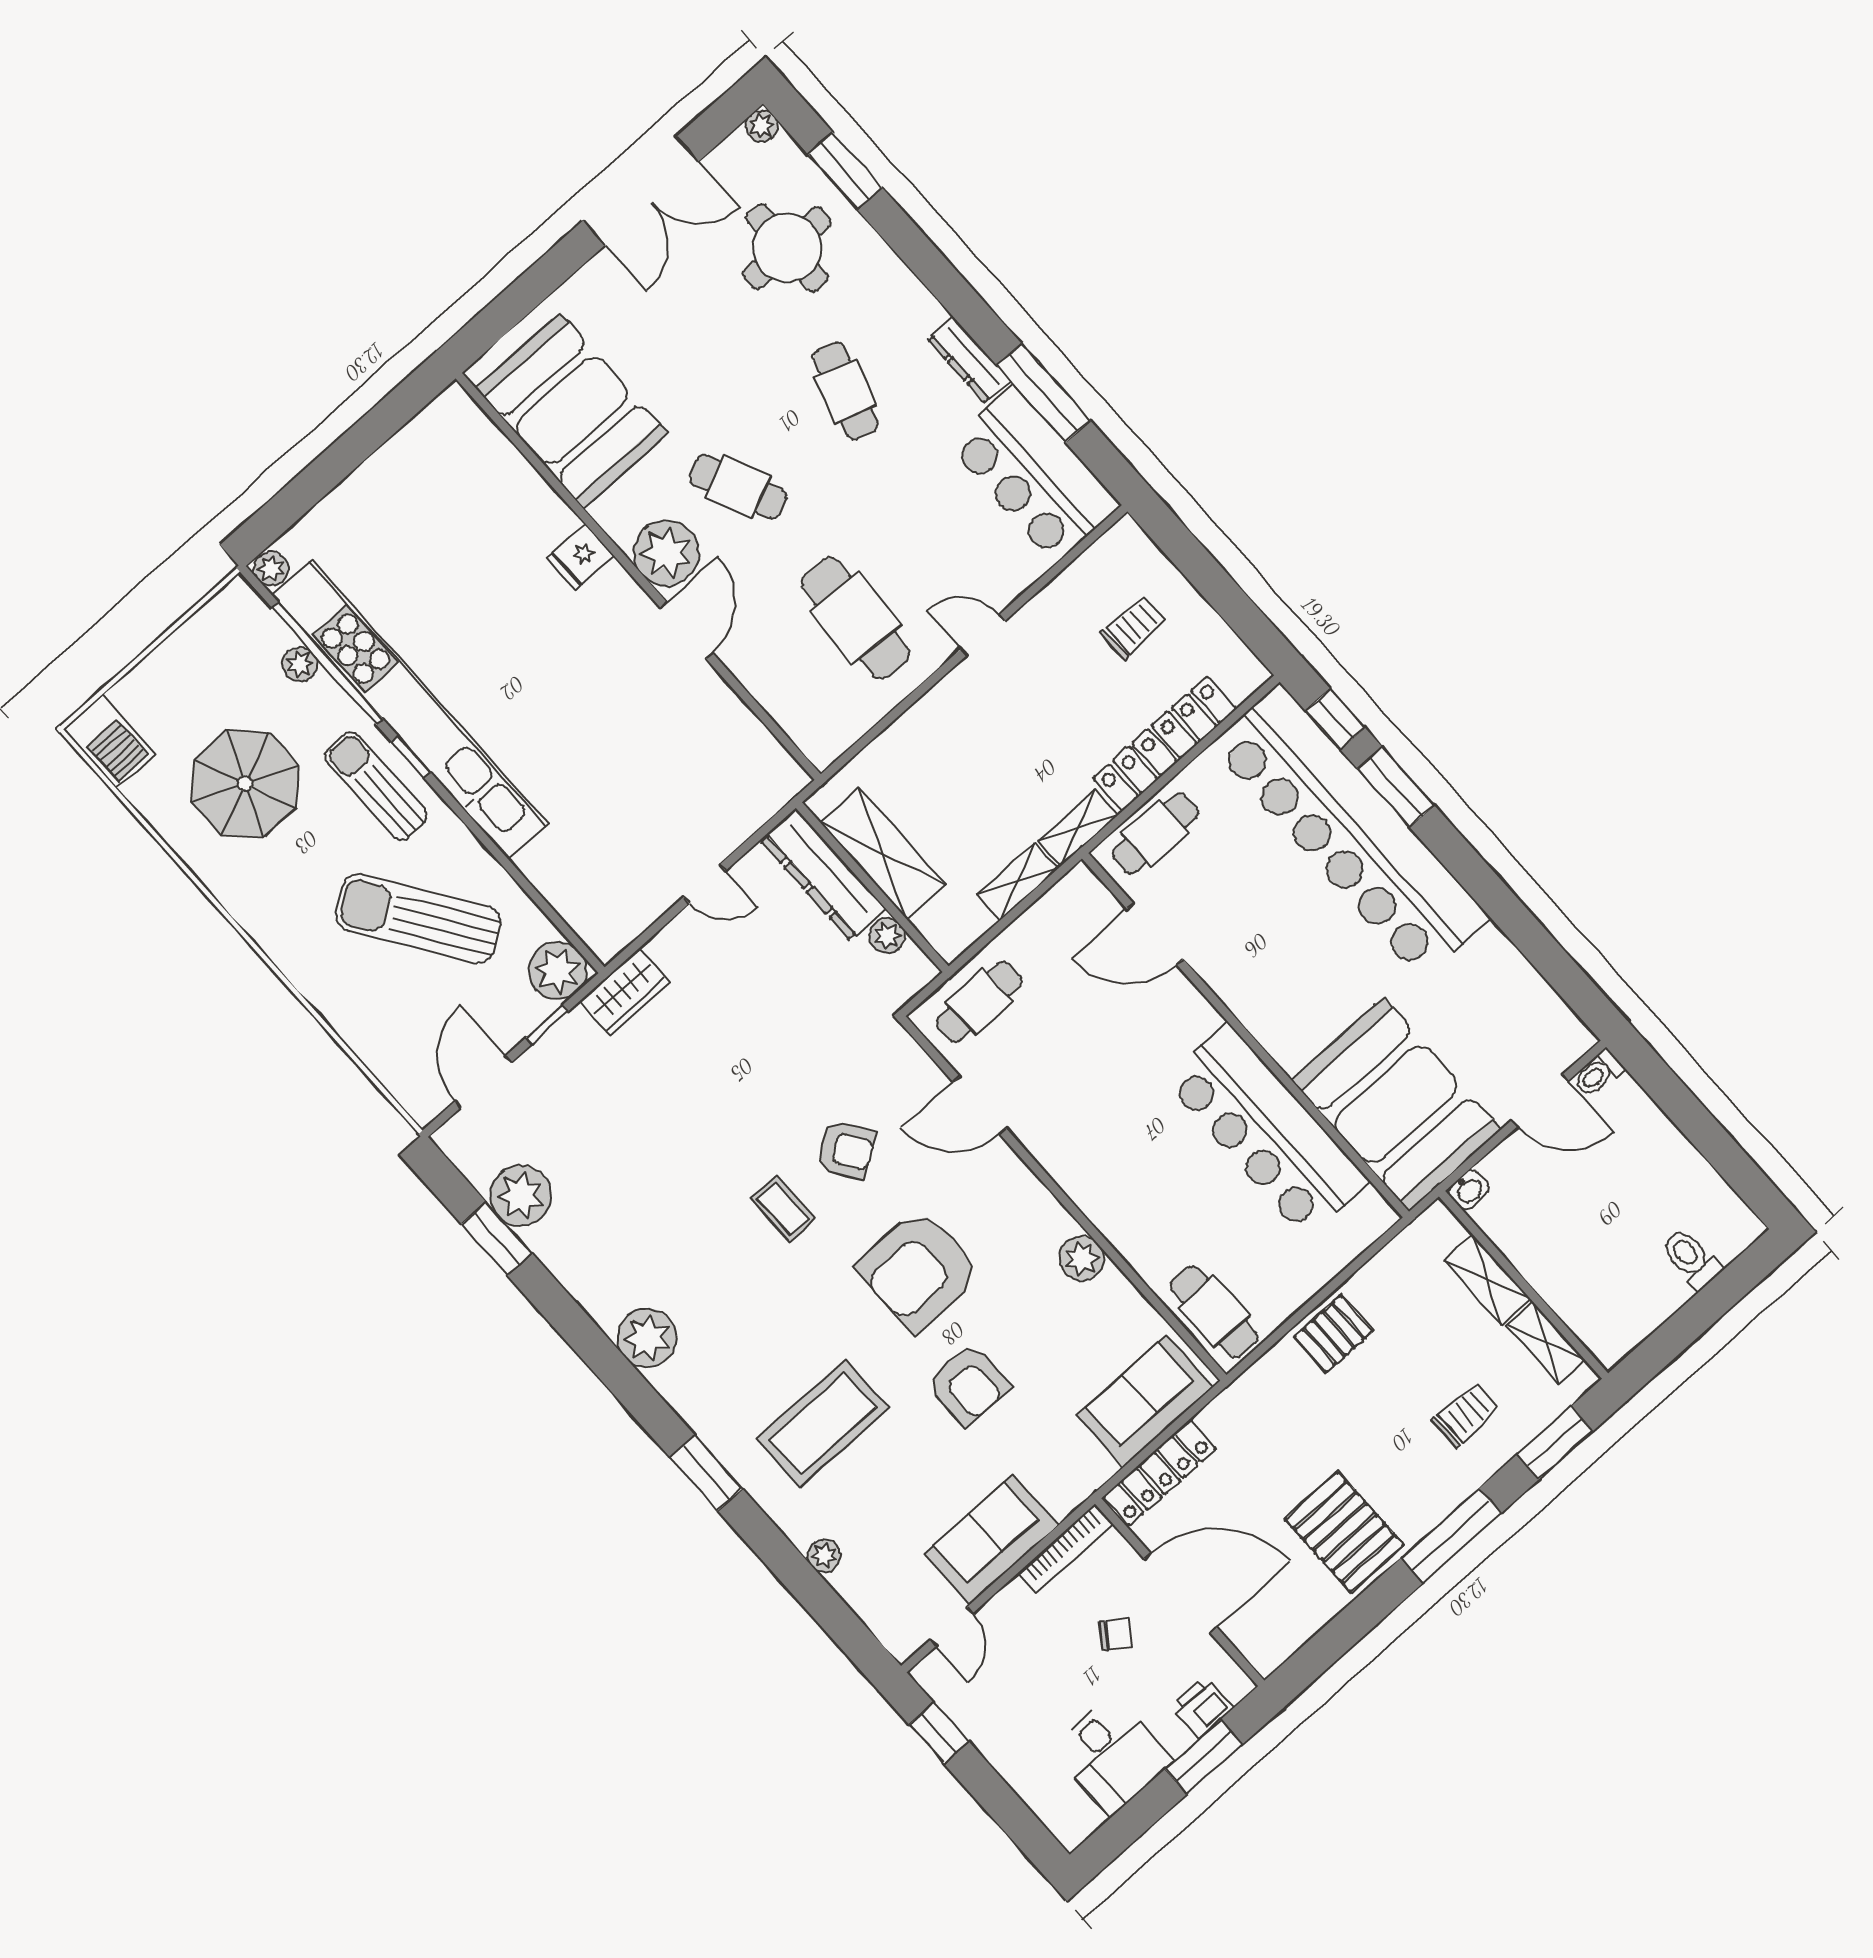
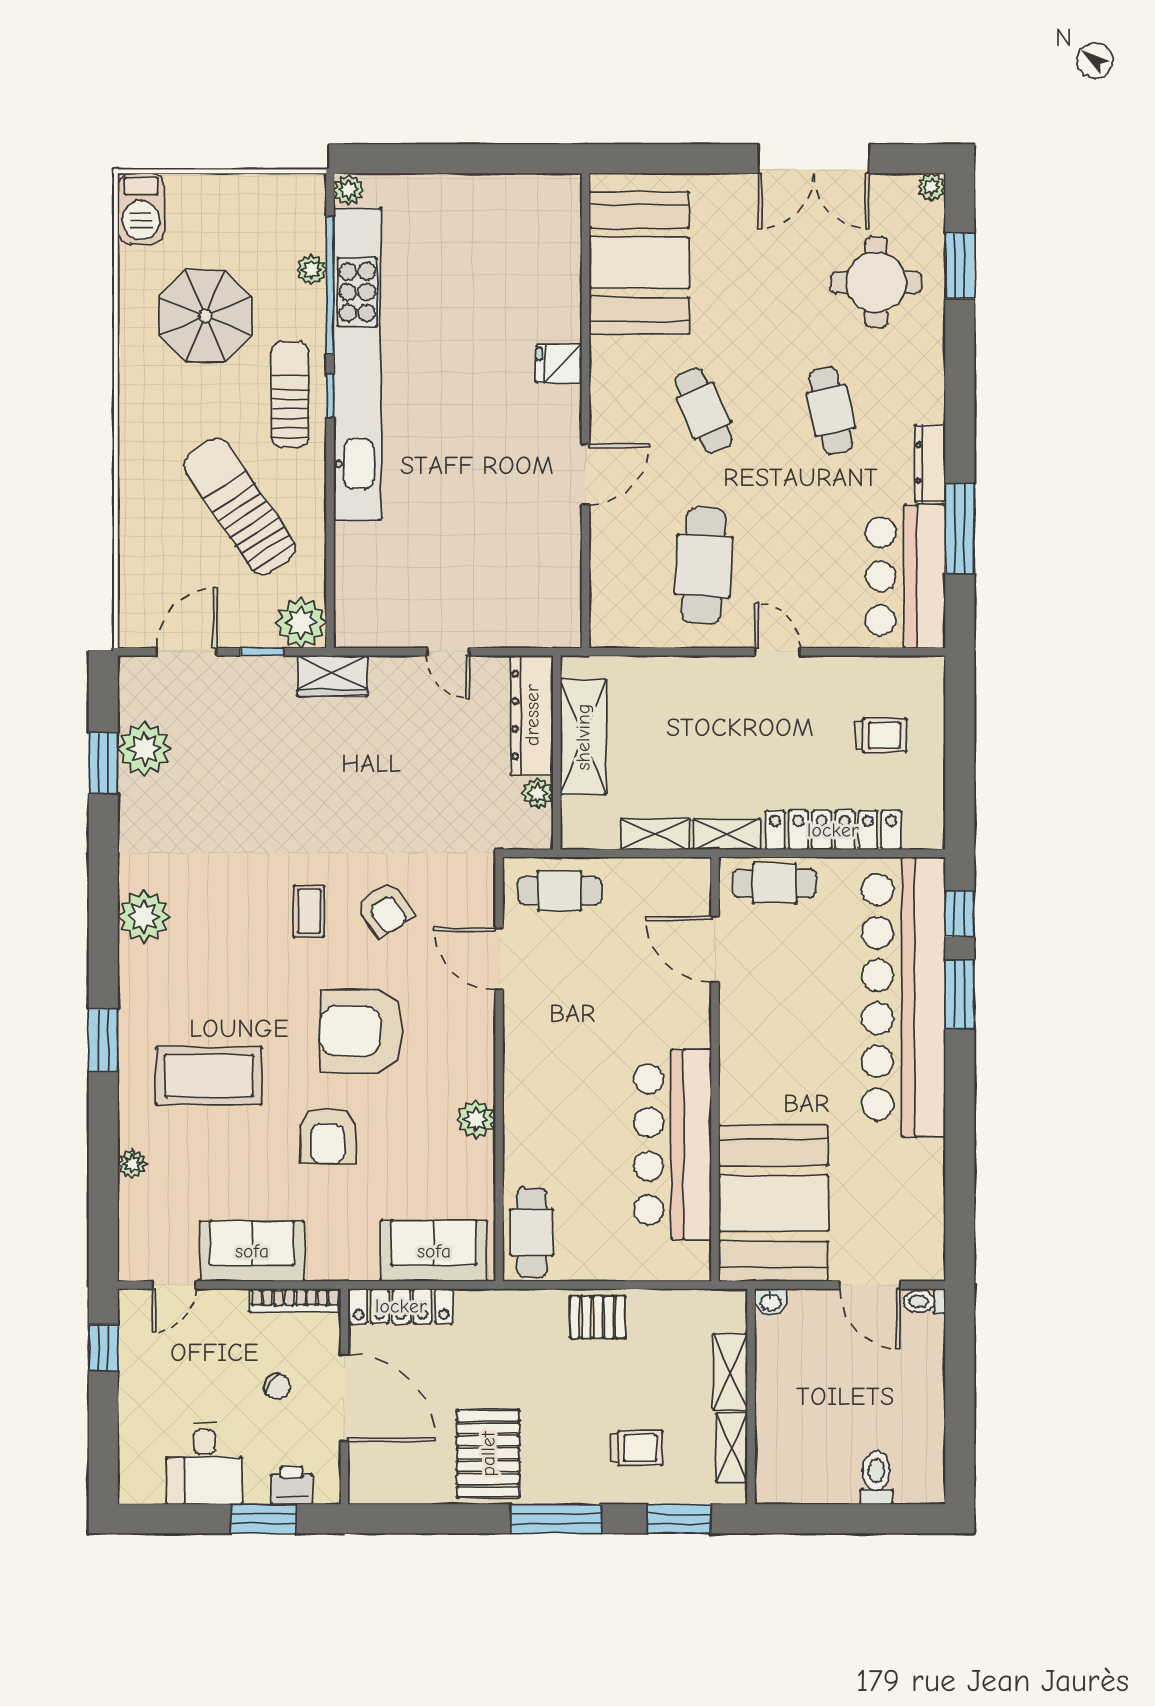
cafe table: (846, 391) -> (831, 411), turned -30
plant: (666, 553) -> (618, 412), removed

